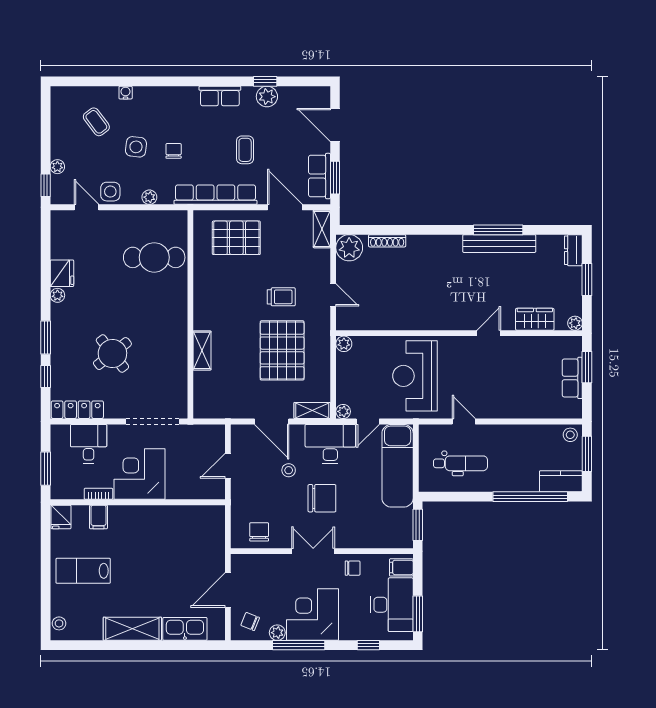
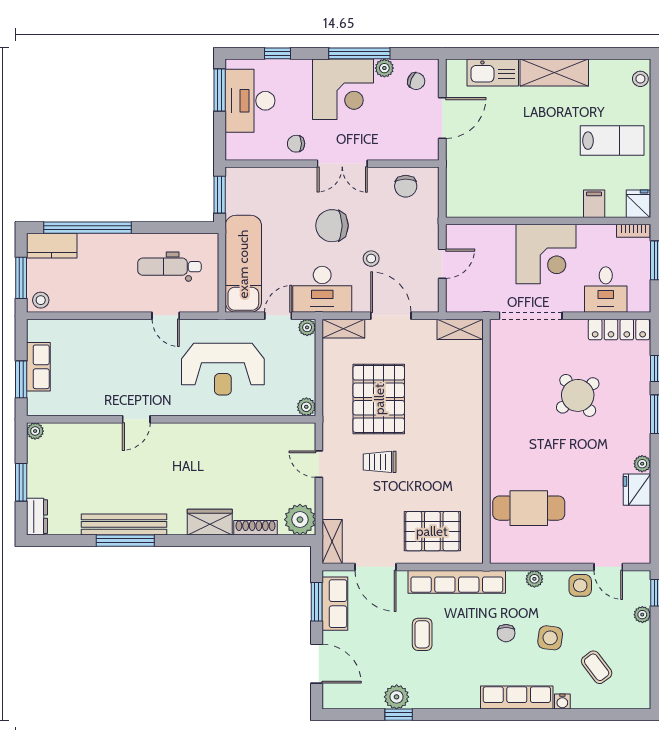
row of seats: (220, 96) -> (517, 697), moved, width x1.48
wardrobe: (535, 319) -> (210, 522), moved, turned 180
shelving: (202, 350) -> (460, 329), moved, turned 90
reception desk: (415, 376) -> (223, 369), turned 90
bookcase: (98, 494) -> (633, 231), moved
filing cabinet: (401, 567) -> (239, 144), removed

